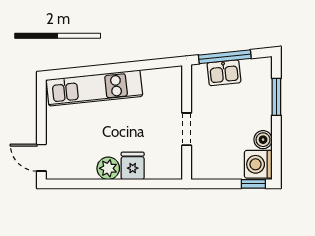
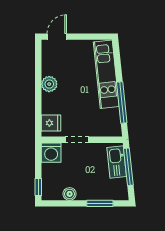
window: (134, 66) -> (122, 103), added
kitchen sink: (224, 73) -> (117, 162), width x1.38
washing machine: (258, 164) -> (51, 153), moved, turned 180
fridge: (133, 166) -> (51, 123), moved

